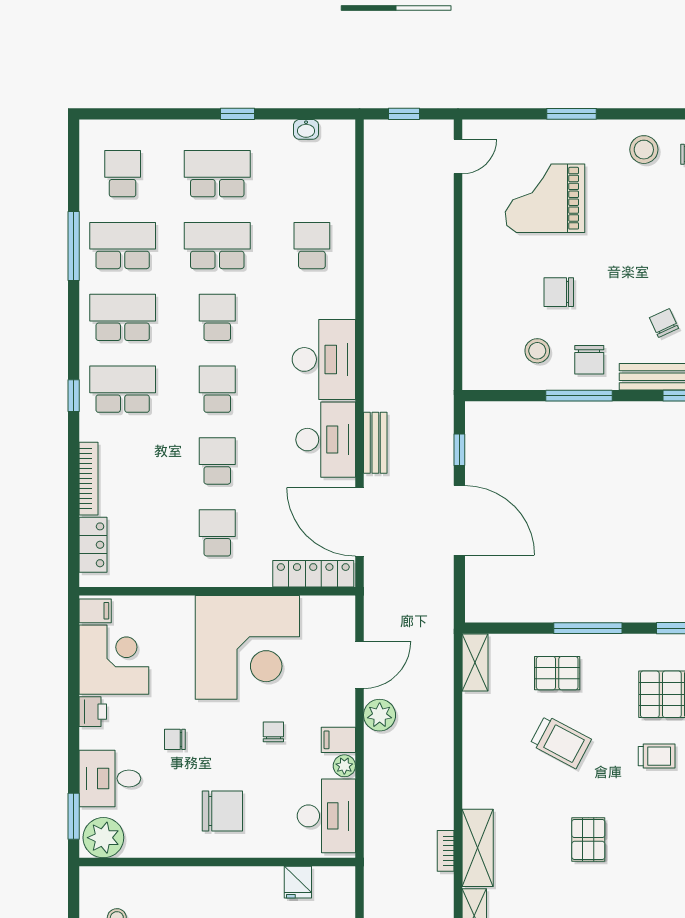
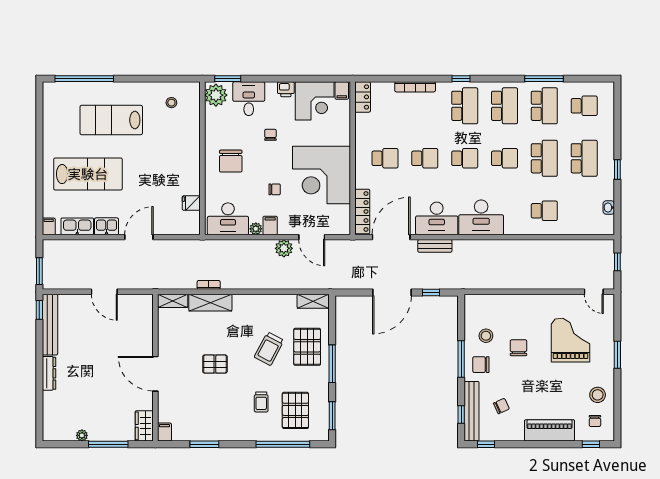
locker: (93, 545) -> (363, 97), moved, turned -90
pallet: (557, 673) -> (307, 347), width x1.50, depth x1.42

